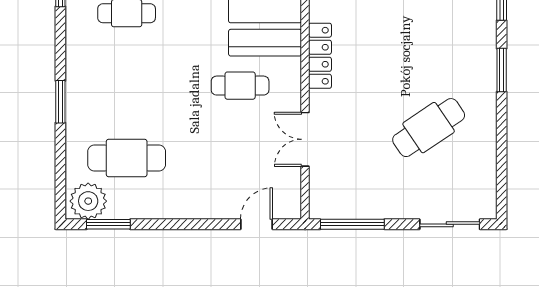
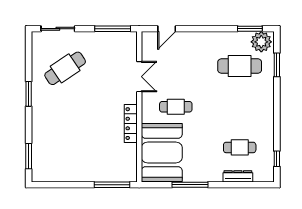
window: (502, 70) -> (29, 94), moved
window: (60, 102) -> (277, 65), moved
cafe table: (429, 128) -> (65, 68), moved

